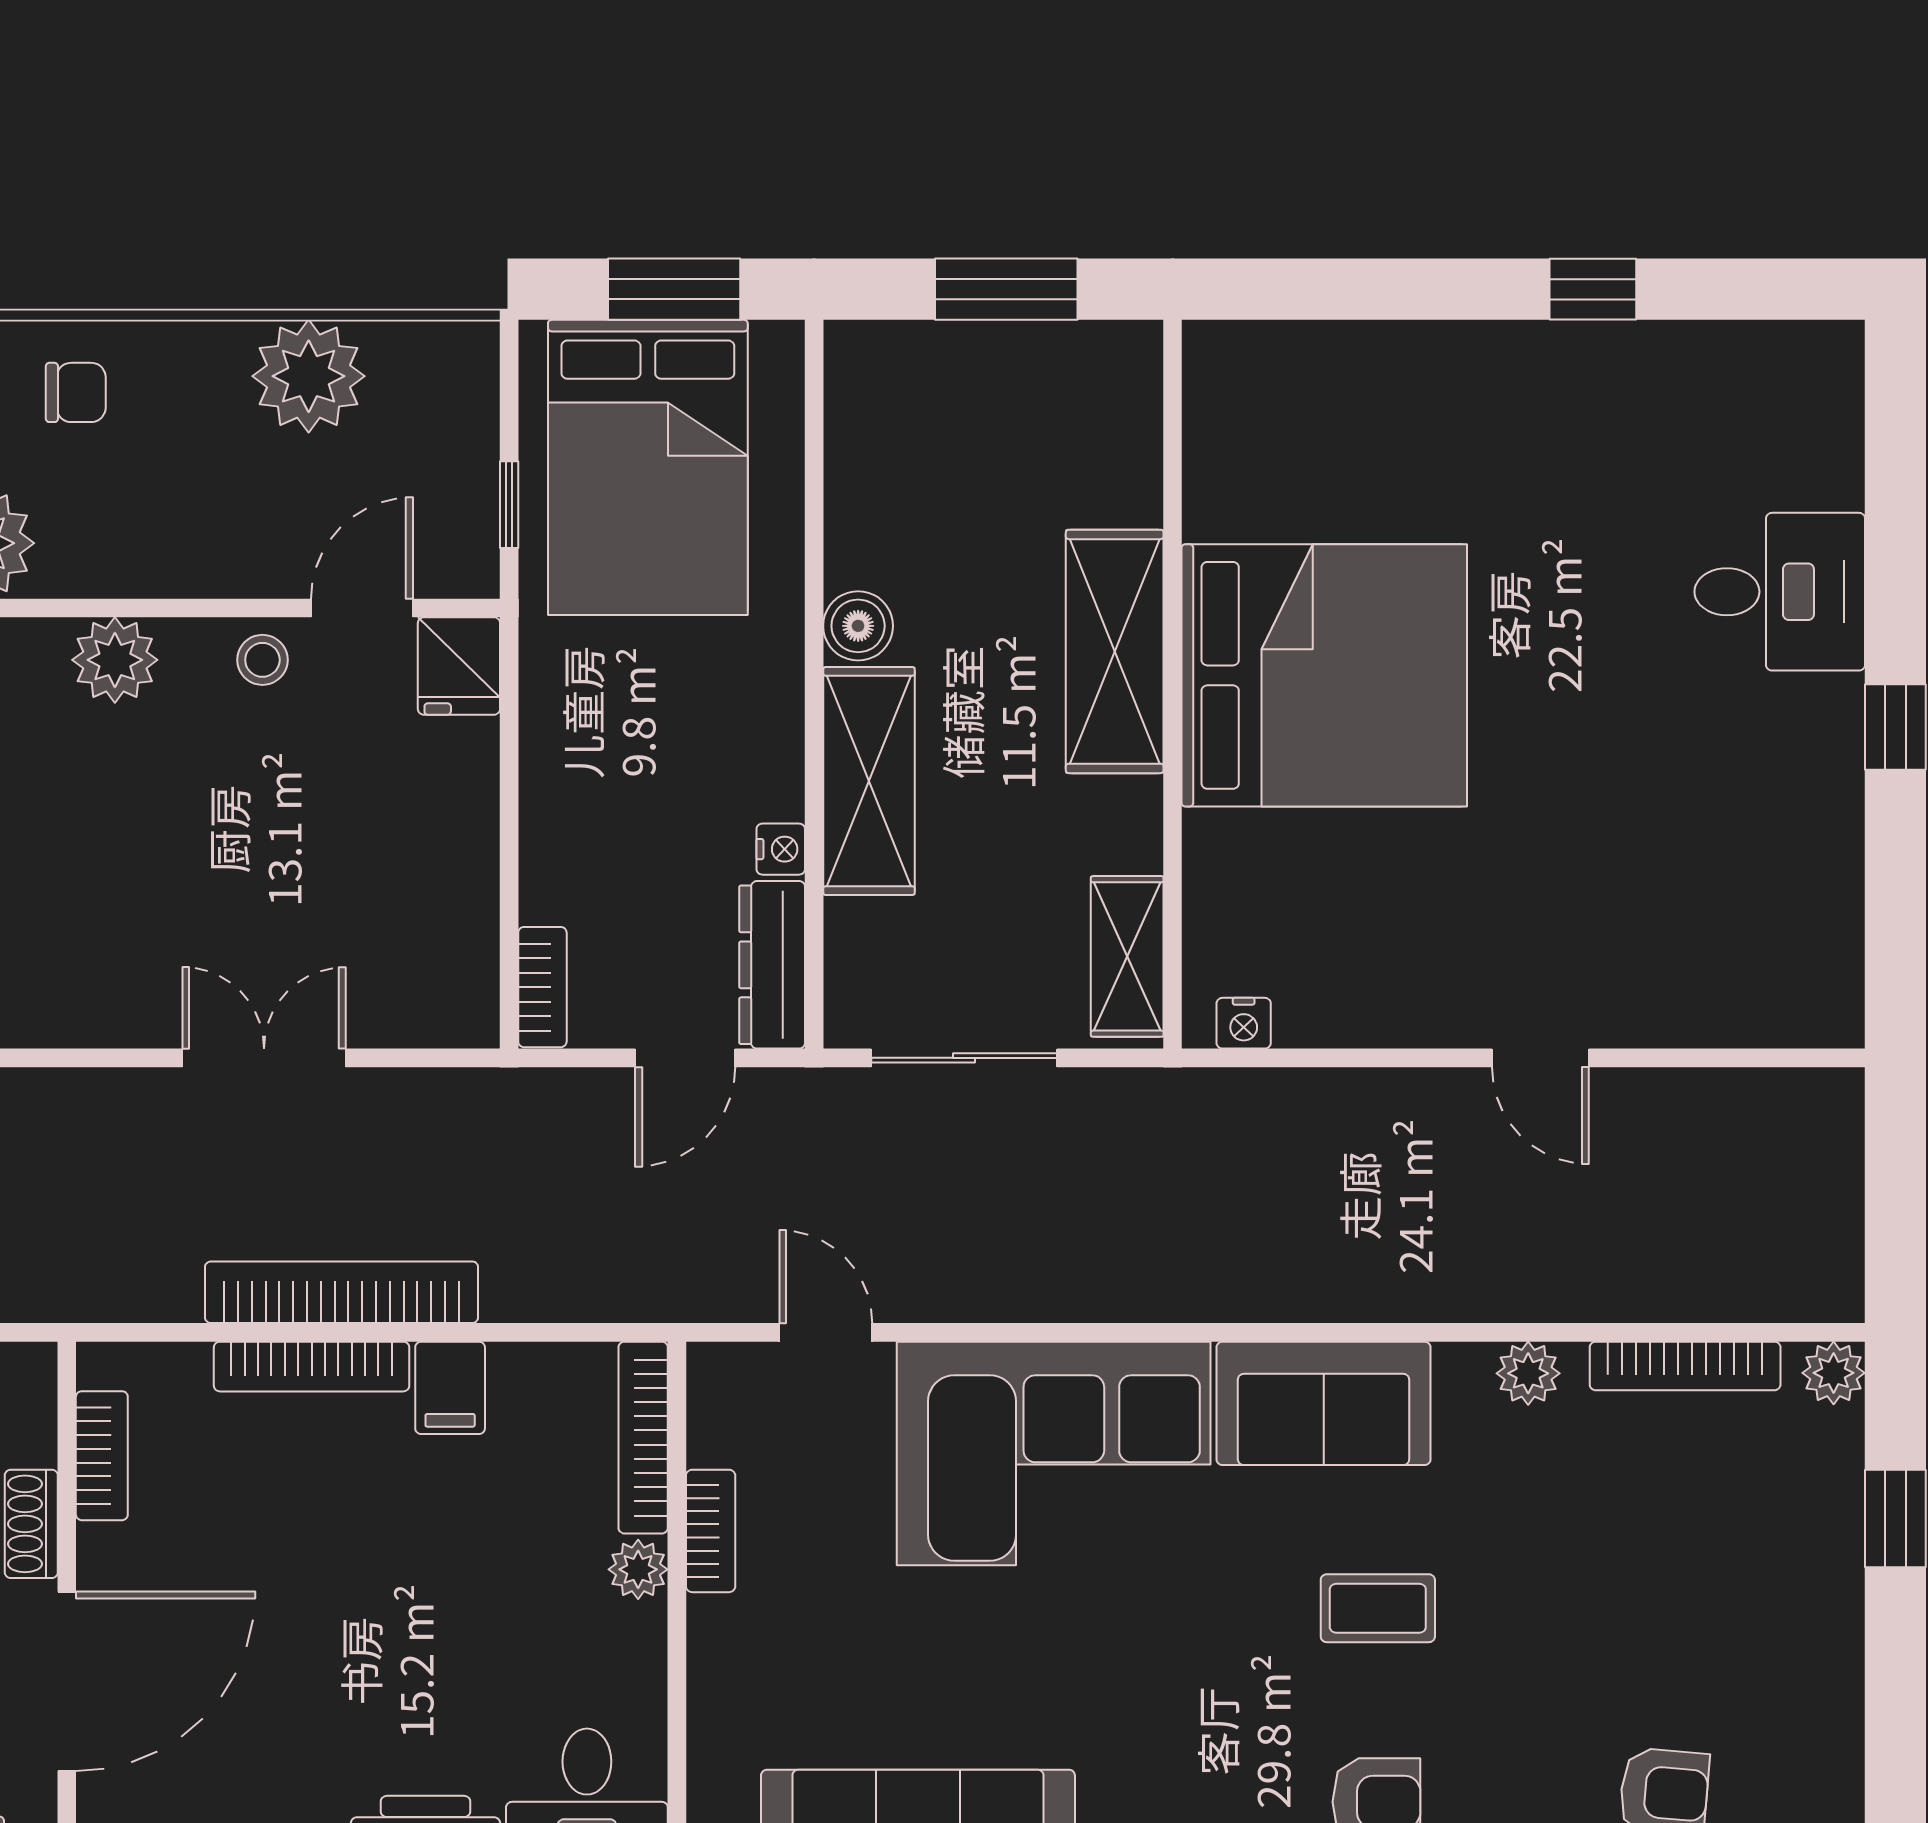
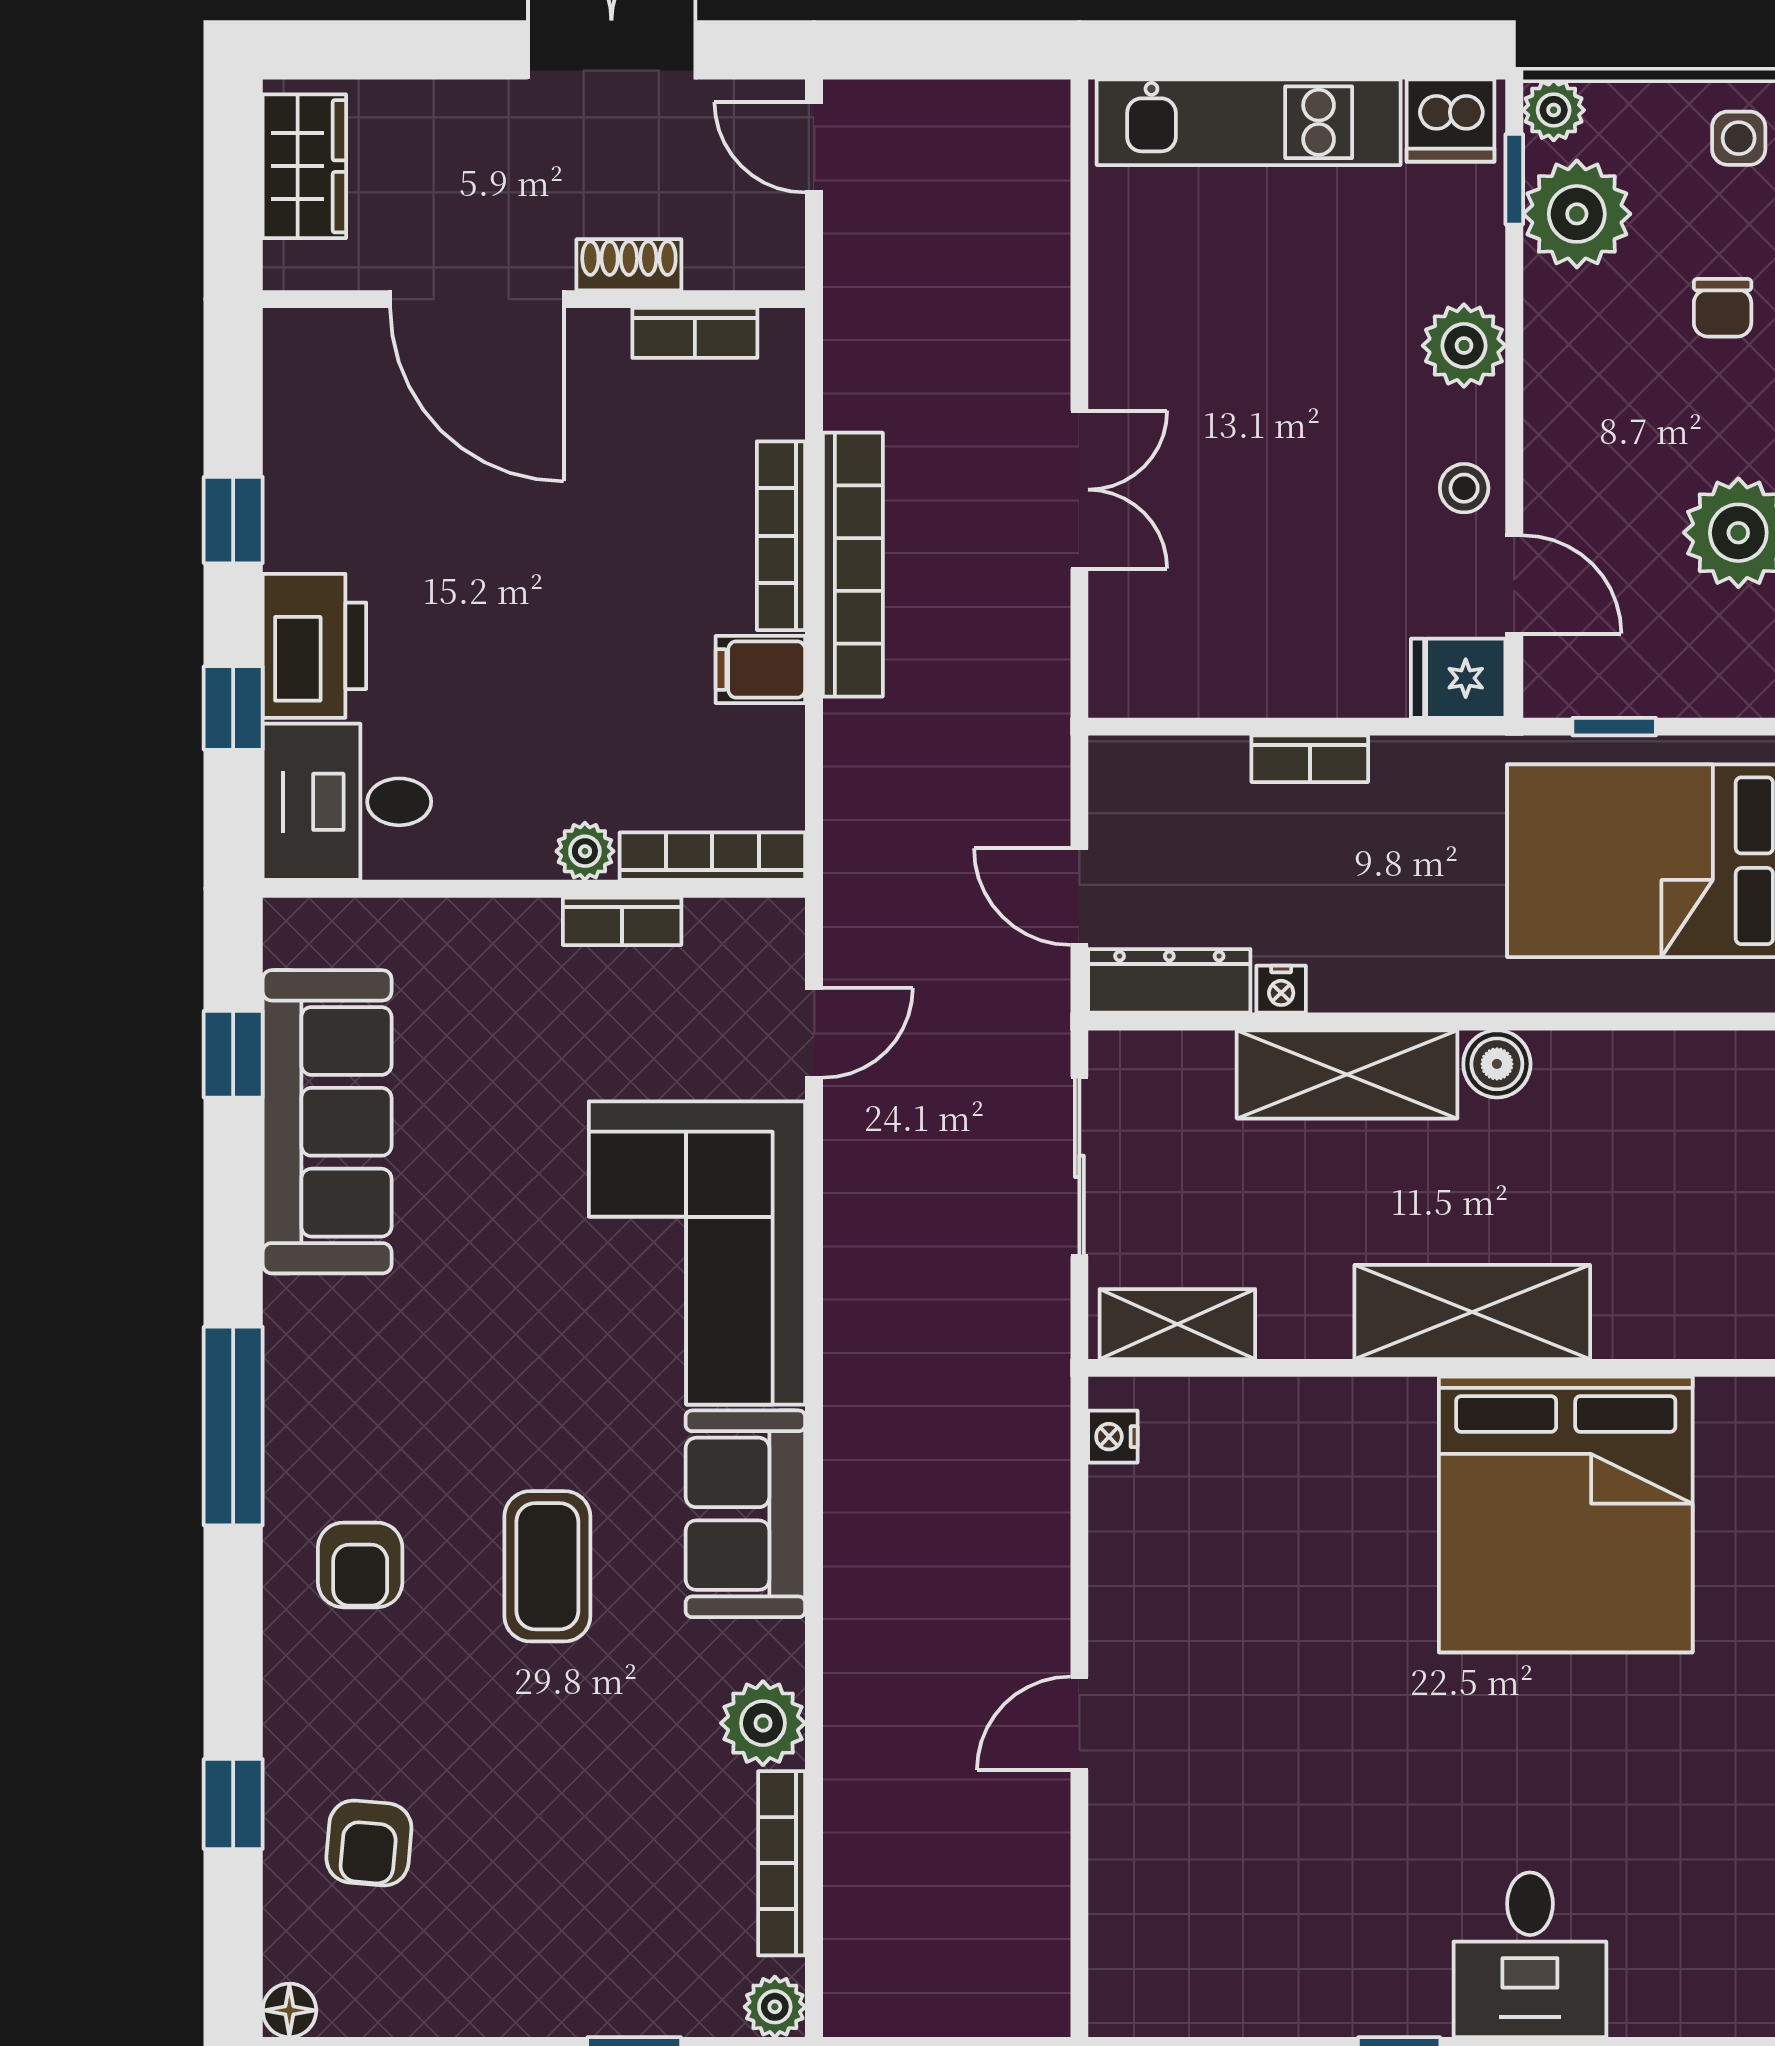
bed: (1324, 675) -> (1566, 1515), moved
bookcase: (542, 987) -> (1310, 759), moved
plant: (1528, 1373) -> (763, 1723), width x1.38, depth x1.38
coffee table: (1378, 1608) -> (547, 1566), width x1.36, depth x1.30

